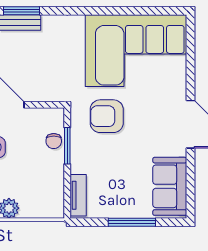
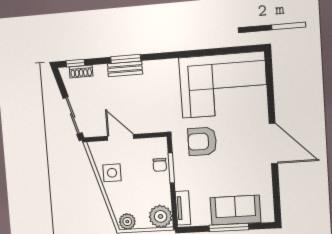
sofa: (170, 186) -> (235, 210), moved, turned 90
plant: (50, 204) -> (161, 216), added

